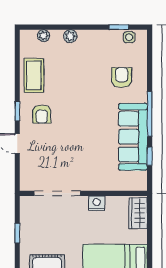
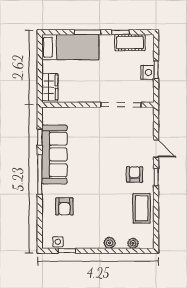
nightstand: (97, 203) -> (147, 72), moved, turned -90

